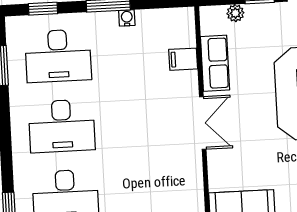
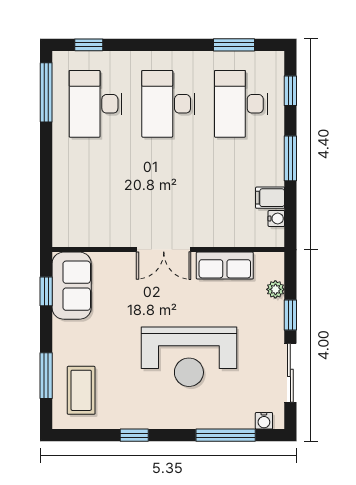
water cooler: (127, 18) -> (276, 219), moved
filing cabinet: (183, 59) -> (270, 198), moved, turned -90

